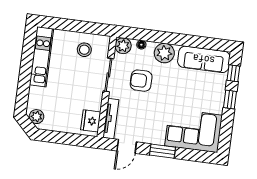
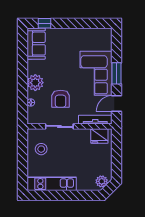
plant: (123, 46) -> (34, 117), removed
sofa: (204, 59) -> (36, 44), width x0.73
window: (230, 100) -> (66, 23), removed
corner sofa: (194, 130) -> (96, 73), moved
door: (127, 146) -> (116, 103), swing flipped

